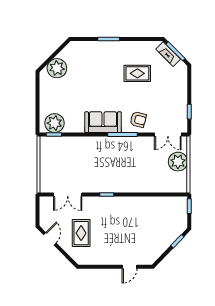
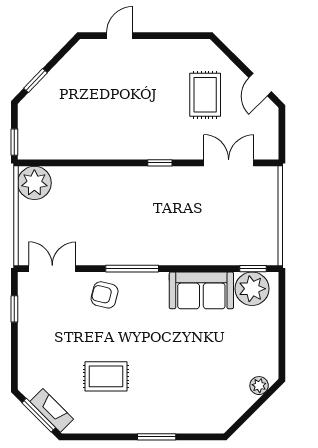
plant: (57, 68) -> (259, 386), width x0.53, depth x0.53
sofa: (103, 122) -> (201, 290), moved
plant: (178, 162) -> (34, 183), moved

